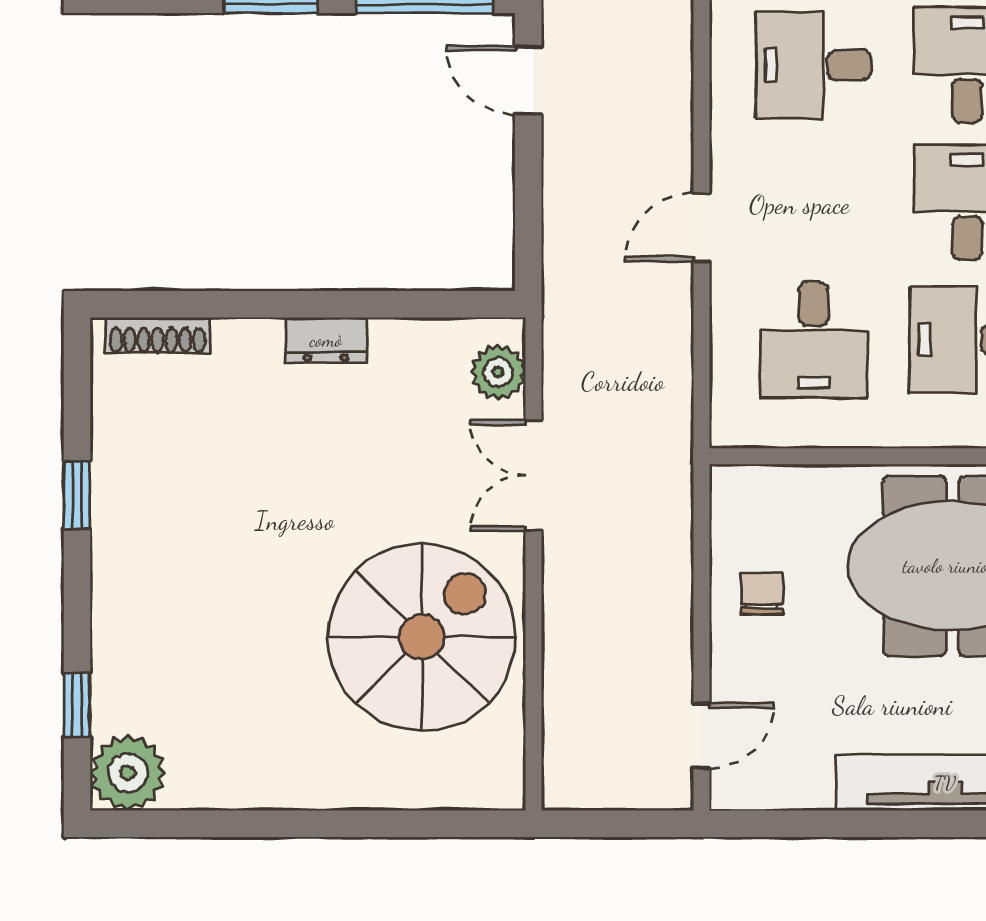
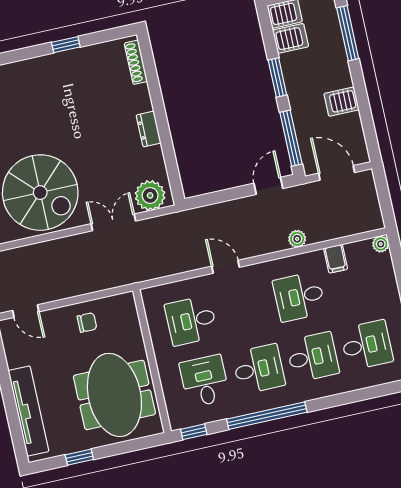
plant: (672, 39) -> (297, 239), added
desk: (813, 65) -> (299, 297), turned -90
plant: (498, 372) -> (150, 195), width x1.36, depth x1.36

